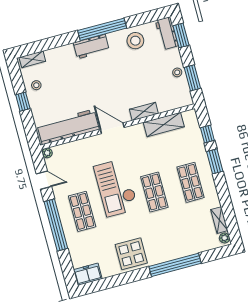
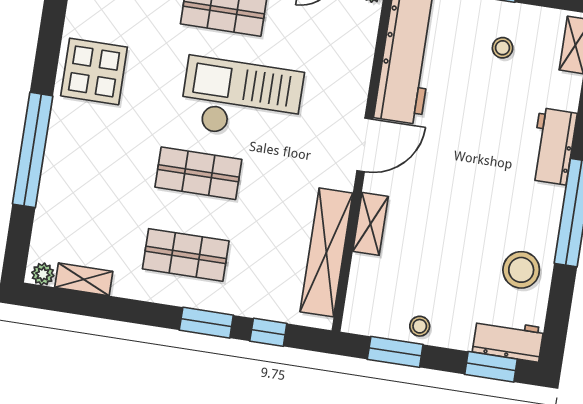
workbench: (91, 47) -> (553, 146), moved
stool: (36, 85) -> (503, 48), moved
shelving: (164, 124) -> (326, 252), width x1.47

